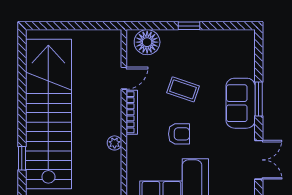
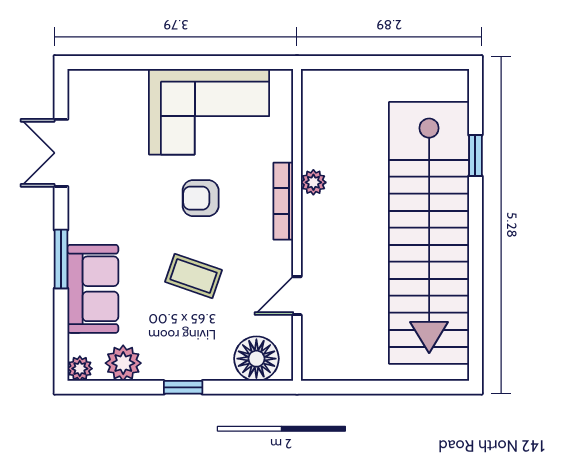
plant: (248, 37) -> (80, 369), added
plant: (223, 40) -> (123, 363), added
sofa: (241, 103) -> (93, 289), moved
bookcase: (132, 112) -> (283, 201), moved

